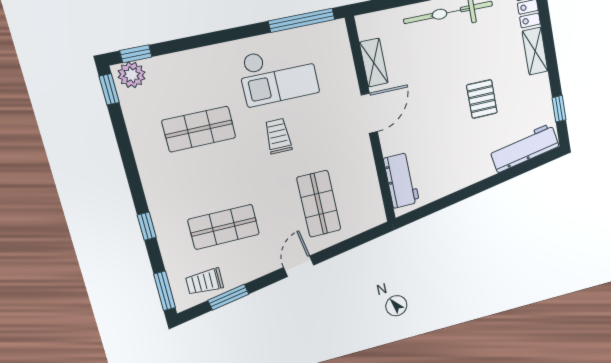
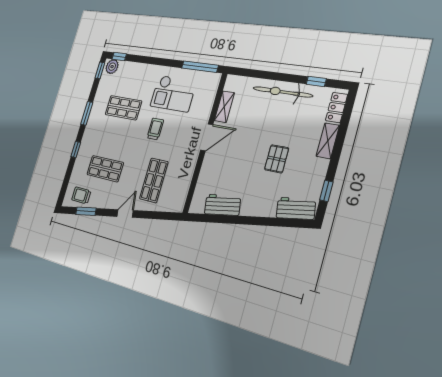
workbench: (524, 148) -> (296, 208), width x0.73
workbench: (401, 180) -> (223, 205), moved, turned -100
window: (164, 291) -> (87, 113), moved

